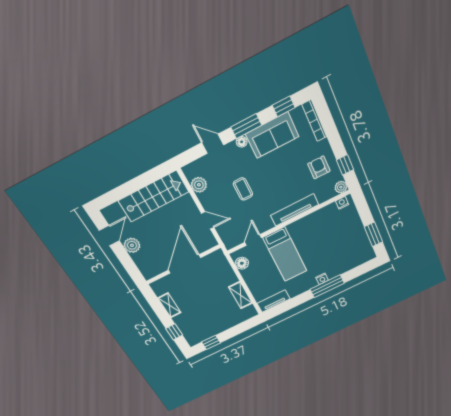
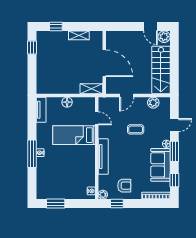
plant: (132, 245) -> (164, 37), moved
floor lamp: (242, 263) -> (67, 102), moved
shelving: (240, 295) -> (91, 89), moved

